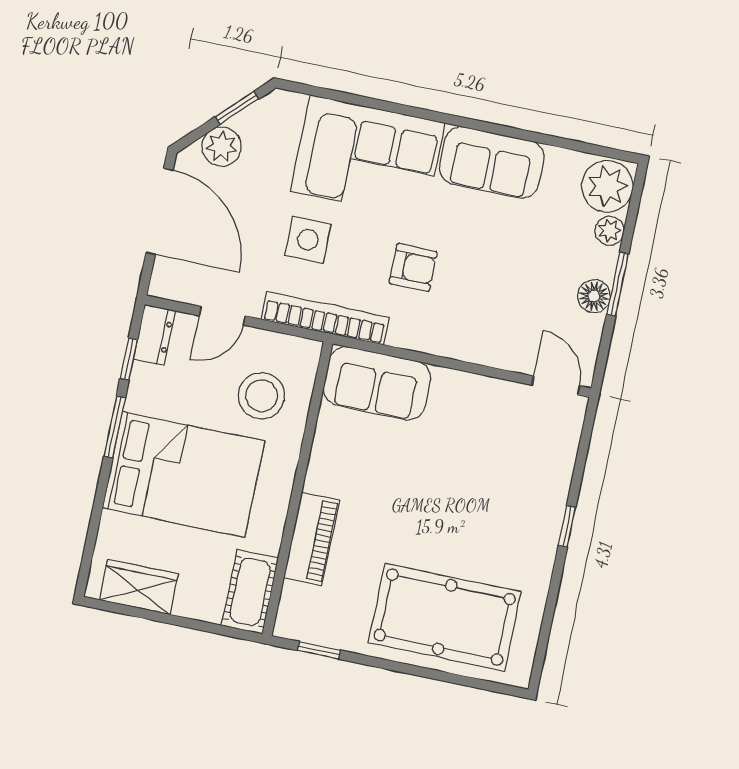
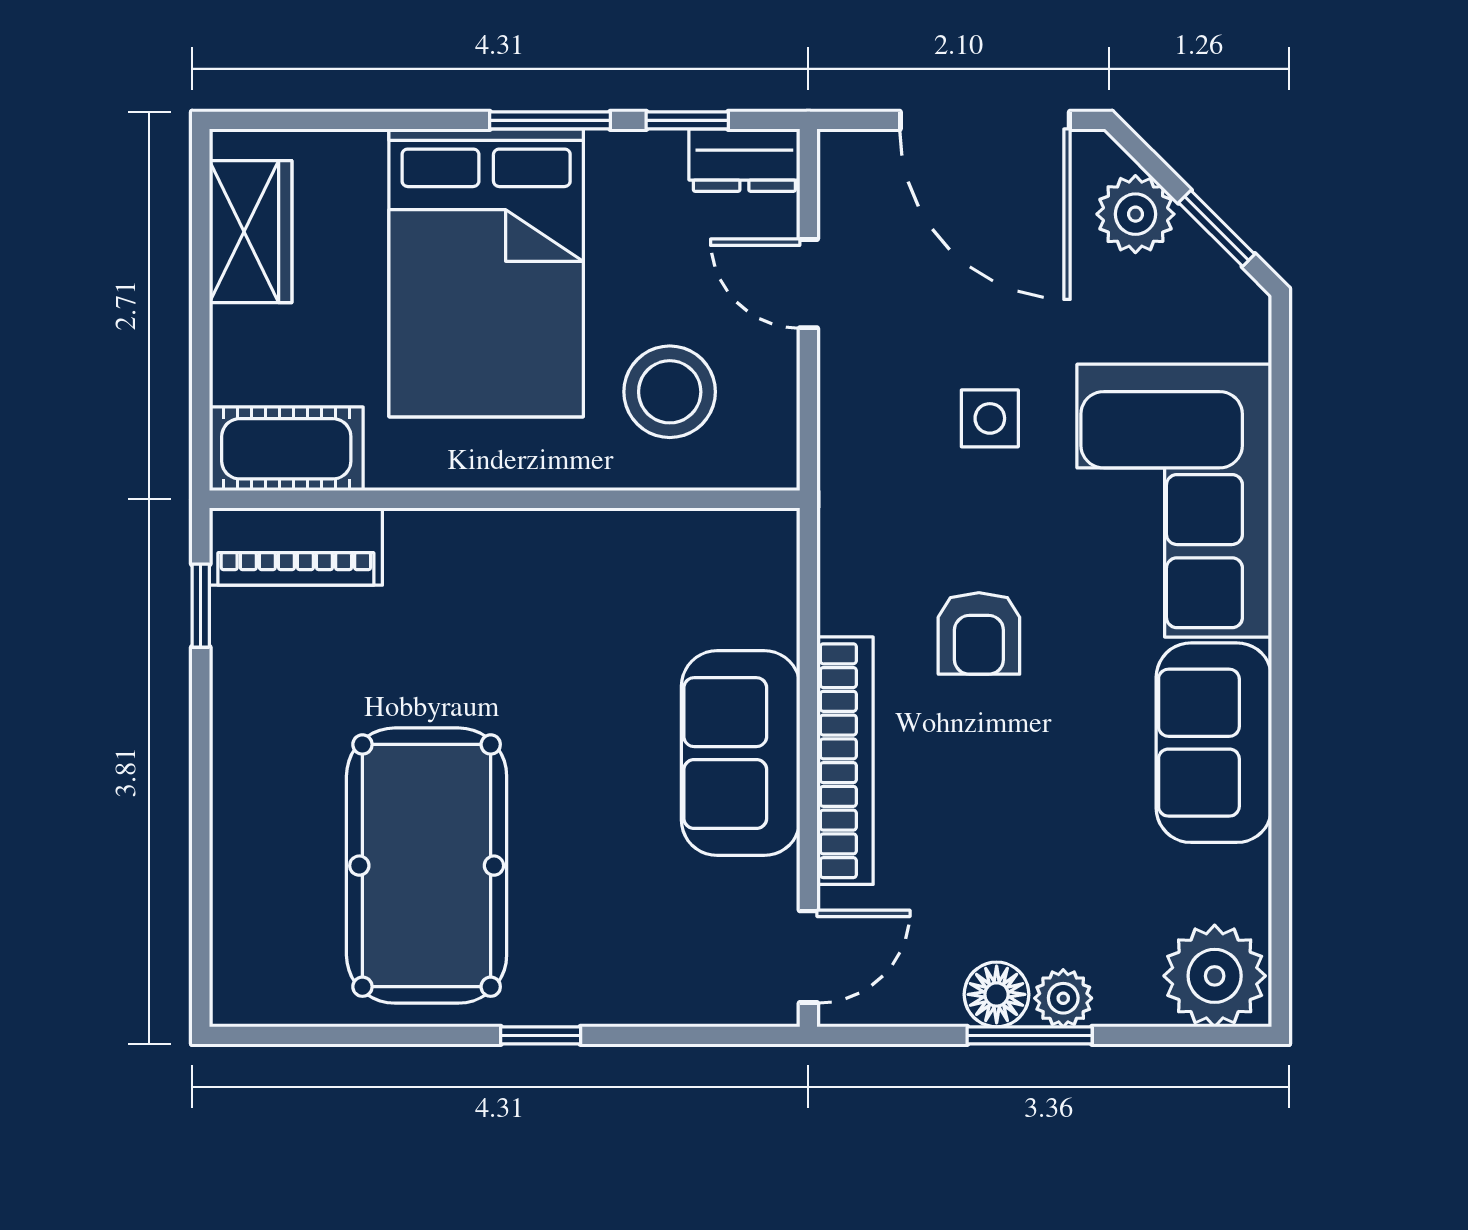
door: (160, 211) -> (985, 120), hinge flipped
plant: (610, 231) -> (1063, 998), moved
side table: (308, 240) -> (990, 418), width x0.73, depth x0.73
bookcase: (325, 318) -> (845, 761), moved
sofa: (377, 383) -> (741, 753), moved
piano: (312, 539) -> (296, 547), moved
pool table: (445, 617) -> (427, 866), moved

